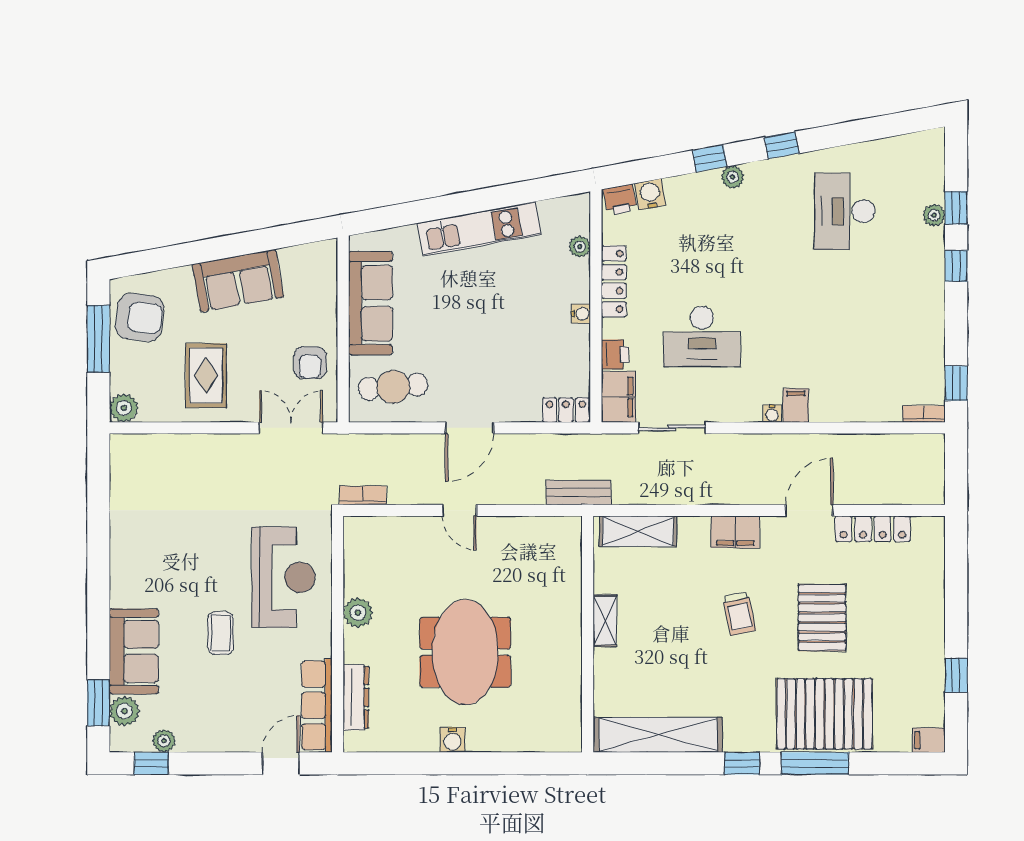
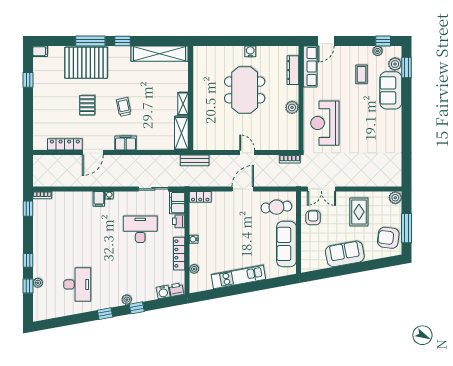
shelving: (638, 531) -> (181, 133), moved, turned 90
pallet: (822, 618) -> (87, 105), width x0.67, depth x0.71
coffee table: (221, 633) -> (361, 74), moved

